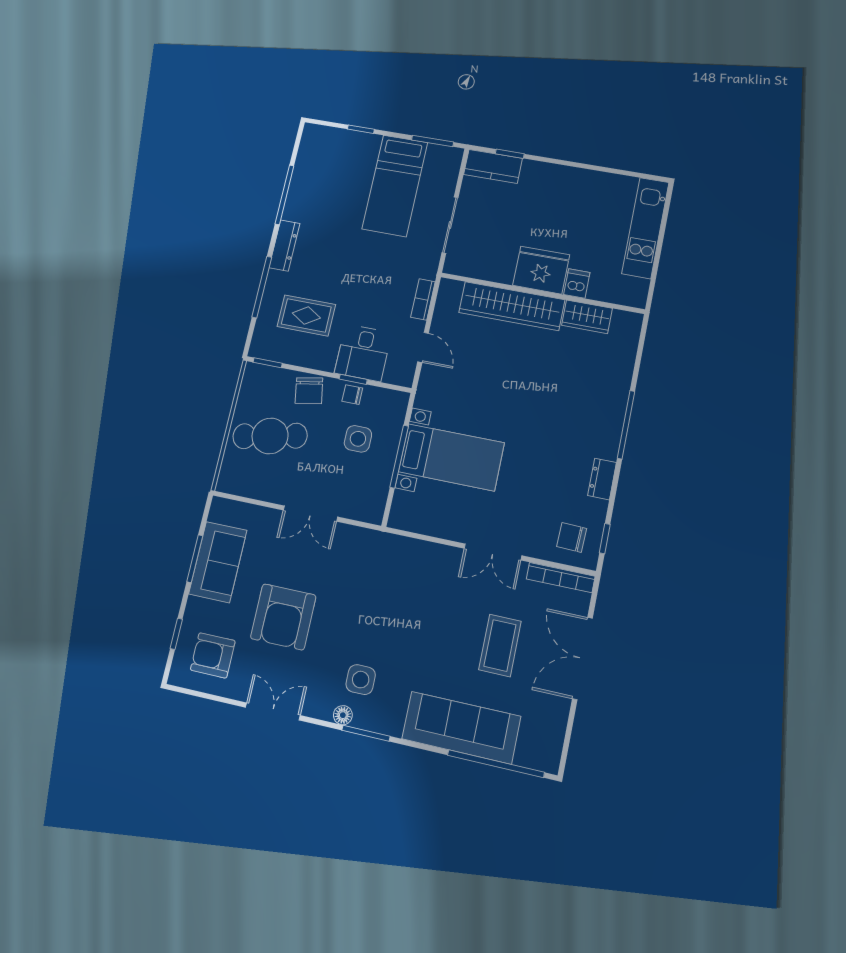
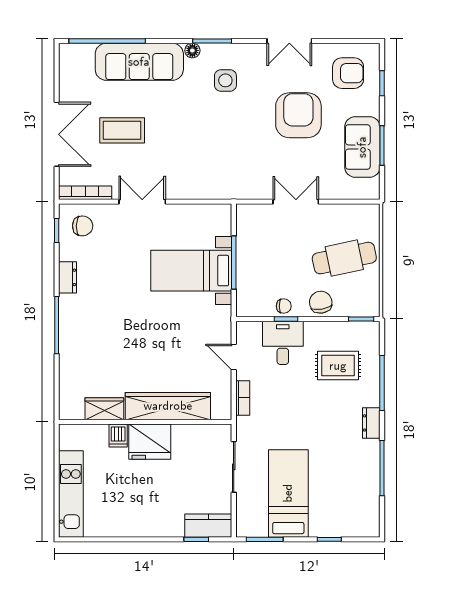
dresser: (284, 246) -> (371, 423), width x0.70
side table: (358, 439) -> (271, 270), removed
coffee table: (500, 645) -> (122, 130), turned 90
floor lamp: (343, 715) -> (192, 50), moved

